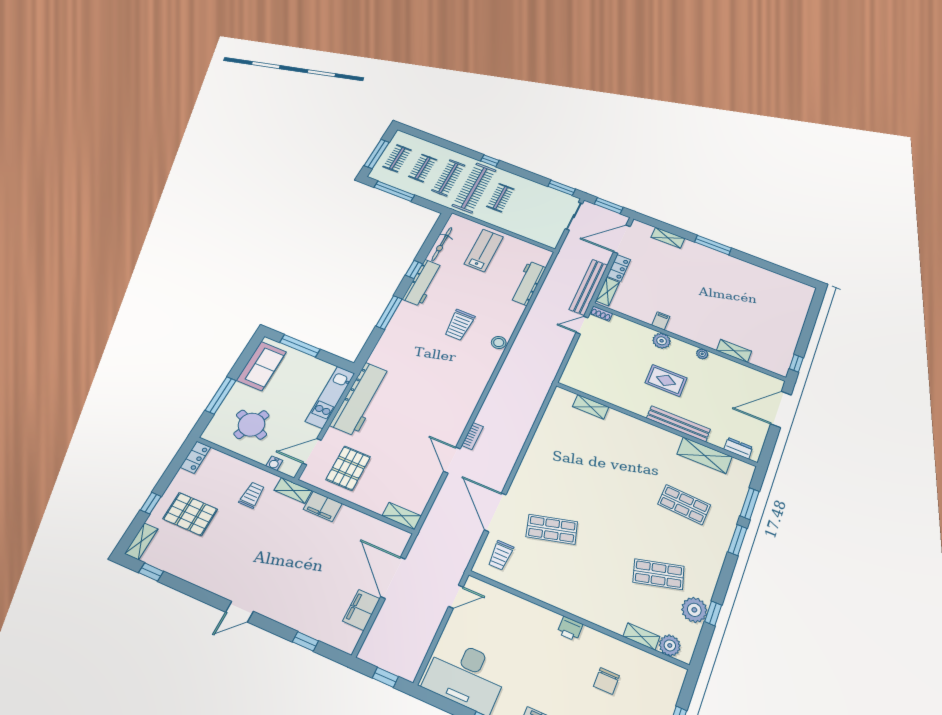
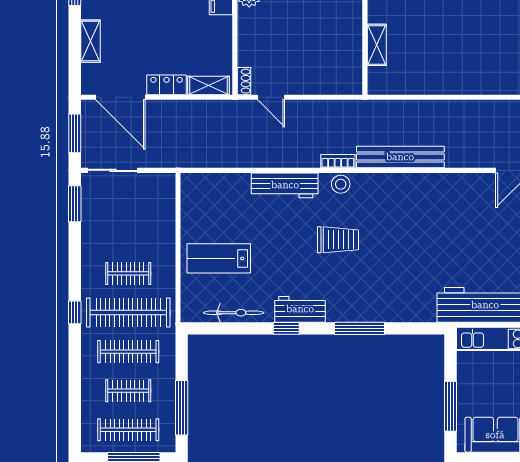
clothes rail: (397, 158) -> (128, 430), width x1.36
workbench: (423, 283) -> (300, 309), width x0.73
workbench: (528, 283) -> (285, 185), moved
bench: (589, 287) -> (400, 157), moved
bookcase: (472, 436) -> (338, 161), moved

